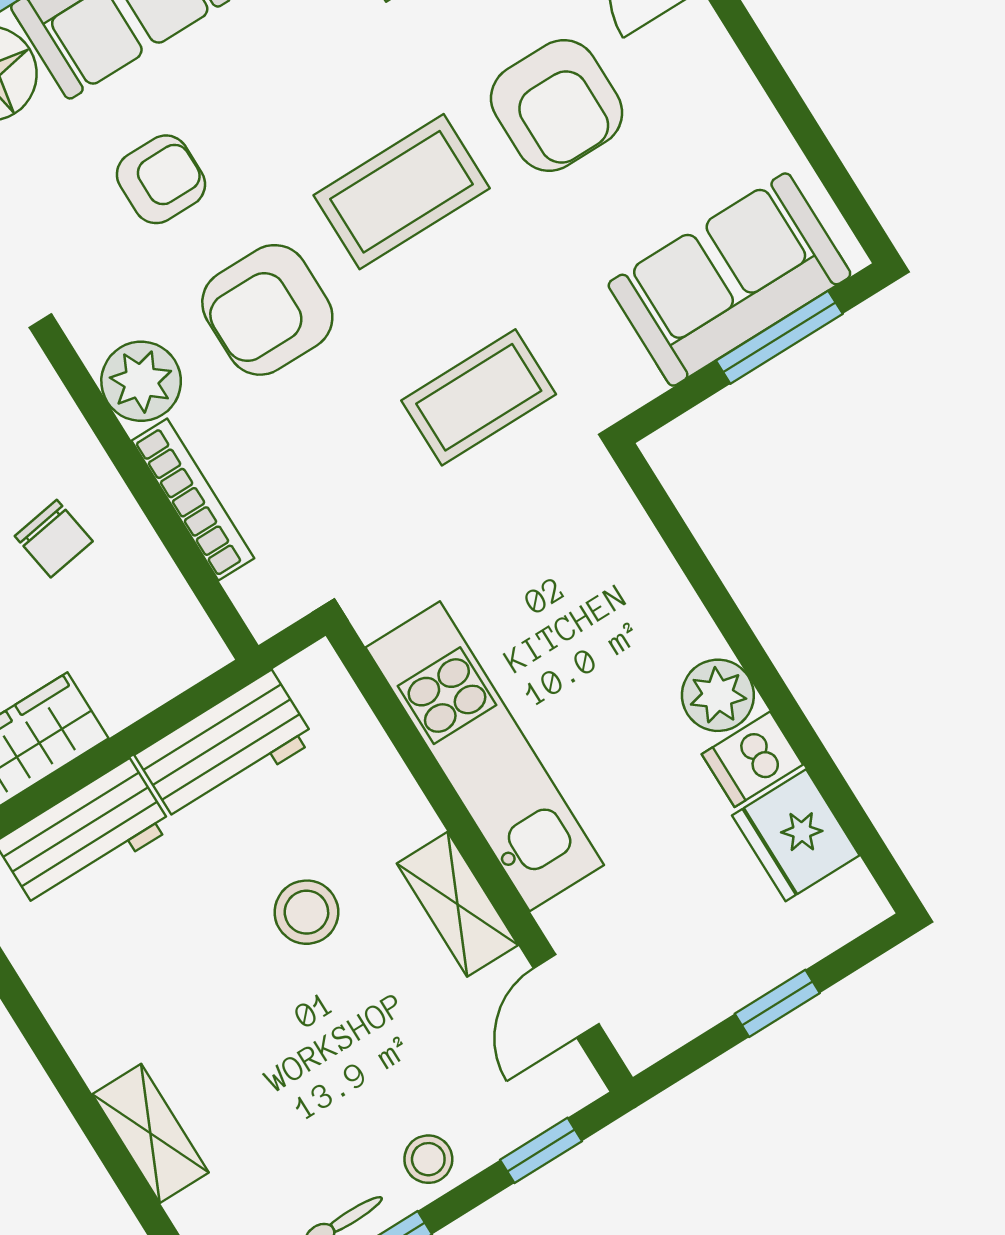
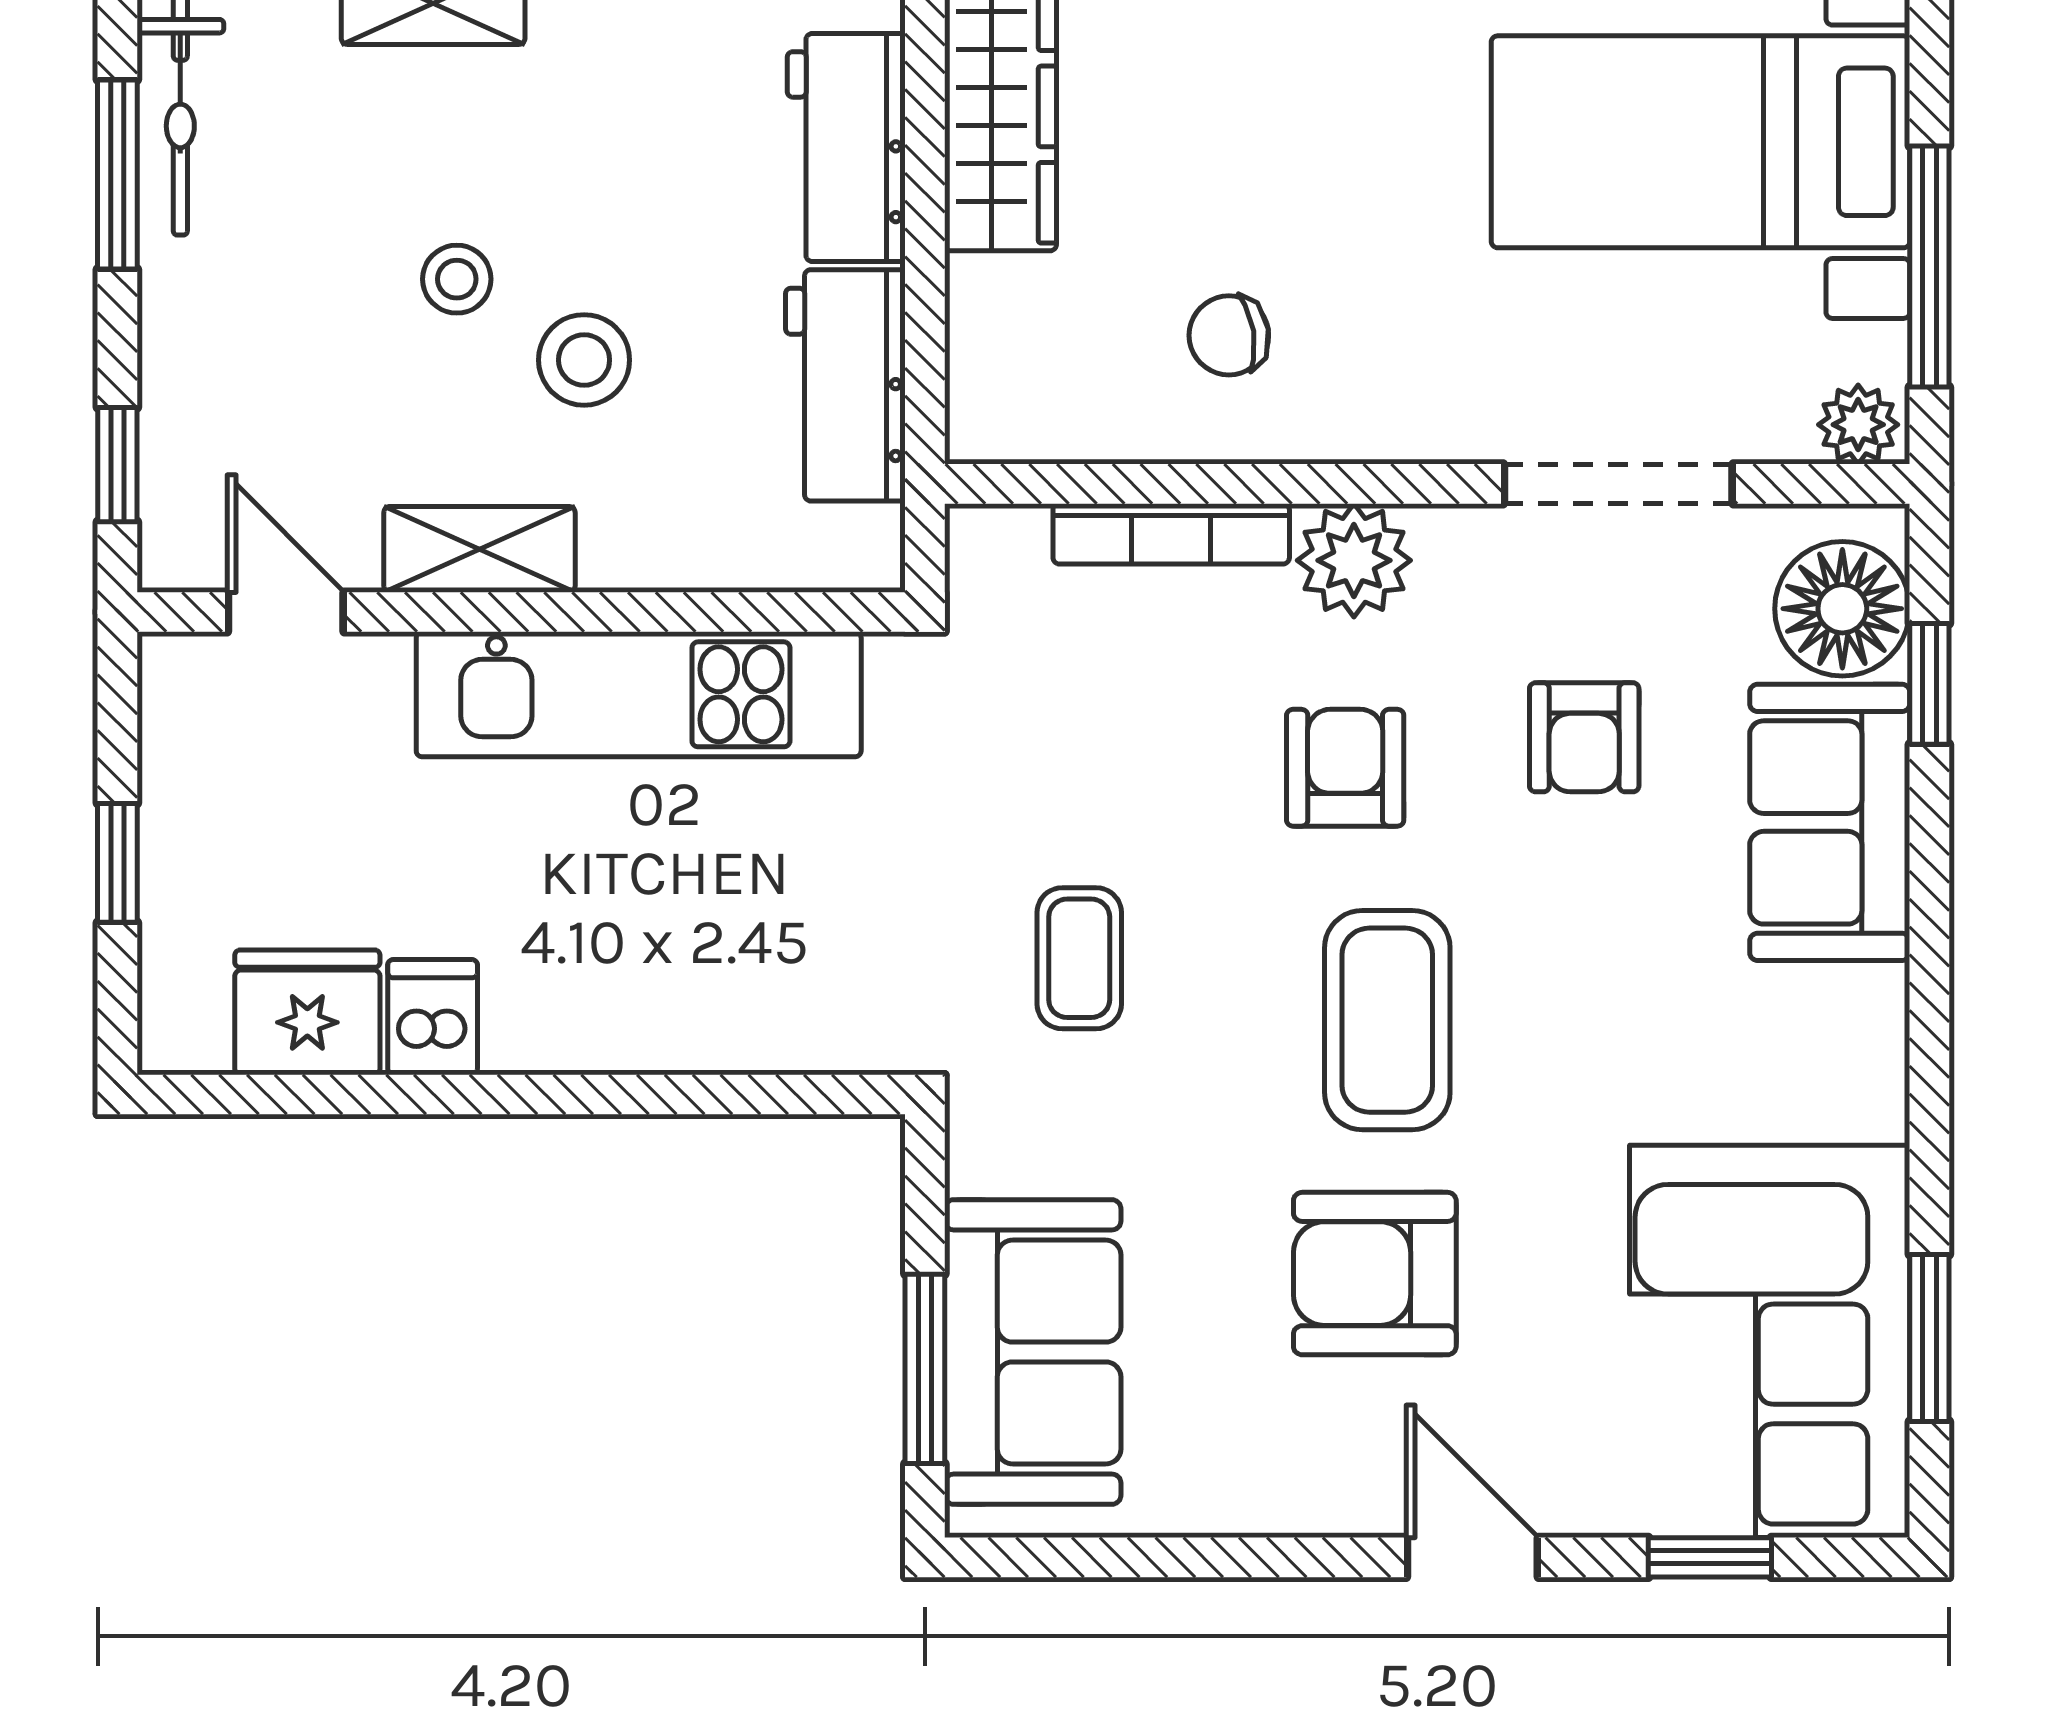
armchair: (267, 310) -> (1345, 768), width x0.72, depth x0.72
coffee table: (479, 397) -> (1079, 958), width x0.73, depth x0.77
plant: (718, 695) -> (536, 1024), removed
stool: (428, 1159) -> (457, 279), moved

